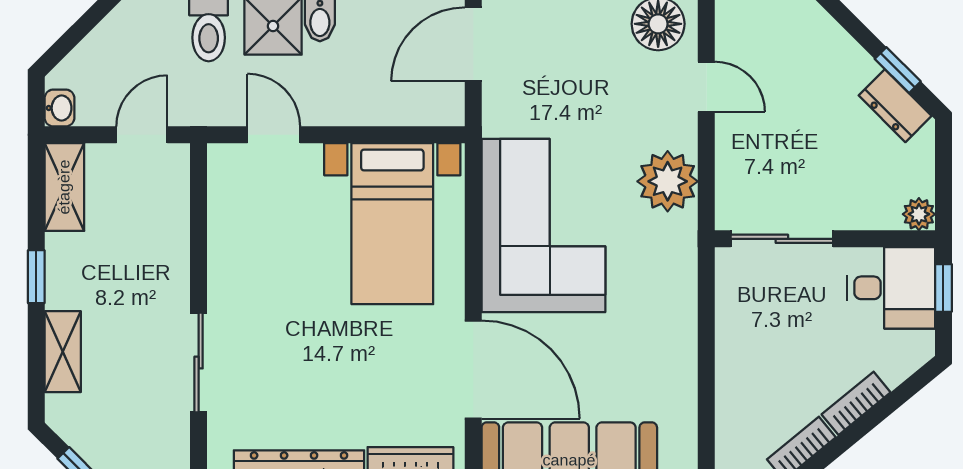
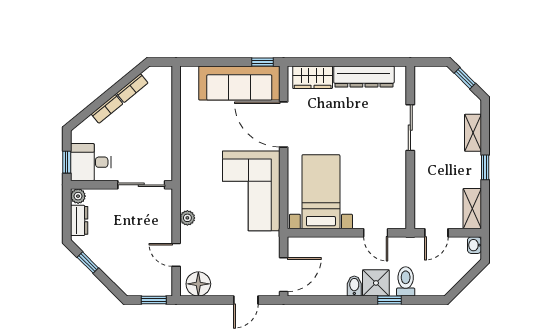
dresser: (895, 106) -> (79, 220), moved, turned 45
plant: (668, 181) -> (187, 218), width x0.53, depth x0.53

